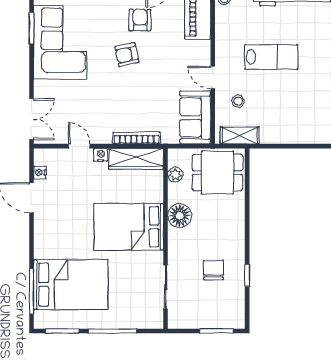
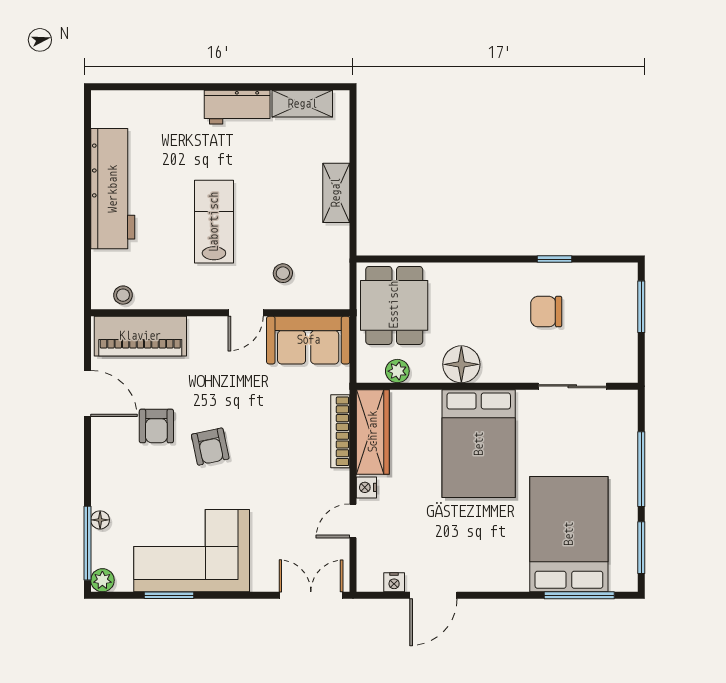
armchair: (140, 20) -> (156, 426), turned -90
shelving: (240, 135) -> (336, 193), moved

